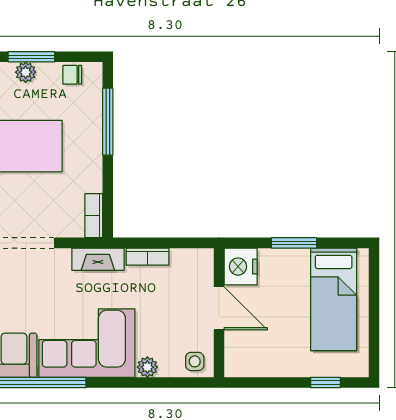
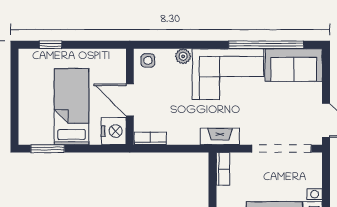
window: (294, 243) -> (48, 149), moved
bookcase: (148, 257) -> (150, 138), moved
bed: (334, 299) -> (72, 107), moved

